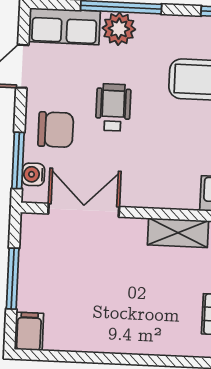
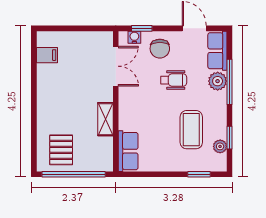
window: (18, 160) -> (142, 28), width x0.67
window: (13, 279) -> (76, 28), removed
filing cabinet: (29, 331) -> (47, 55), moved

